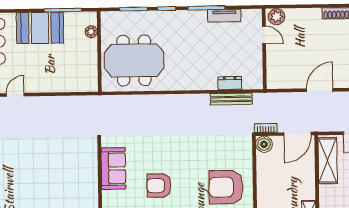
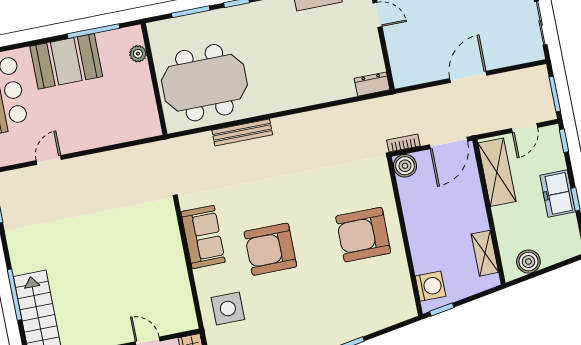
dresser: (230, 83) -> (372, 84), moved
bench: (231, 99) -> (242, 133), moved
armchair: (159, 186) -> (270, 249), width x1.36, depth x1.36

